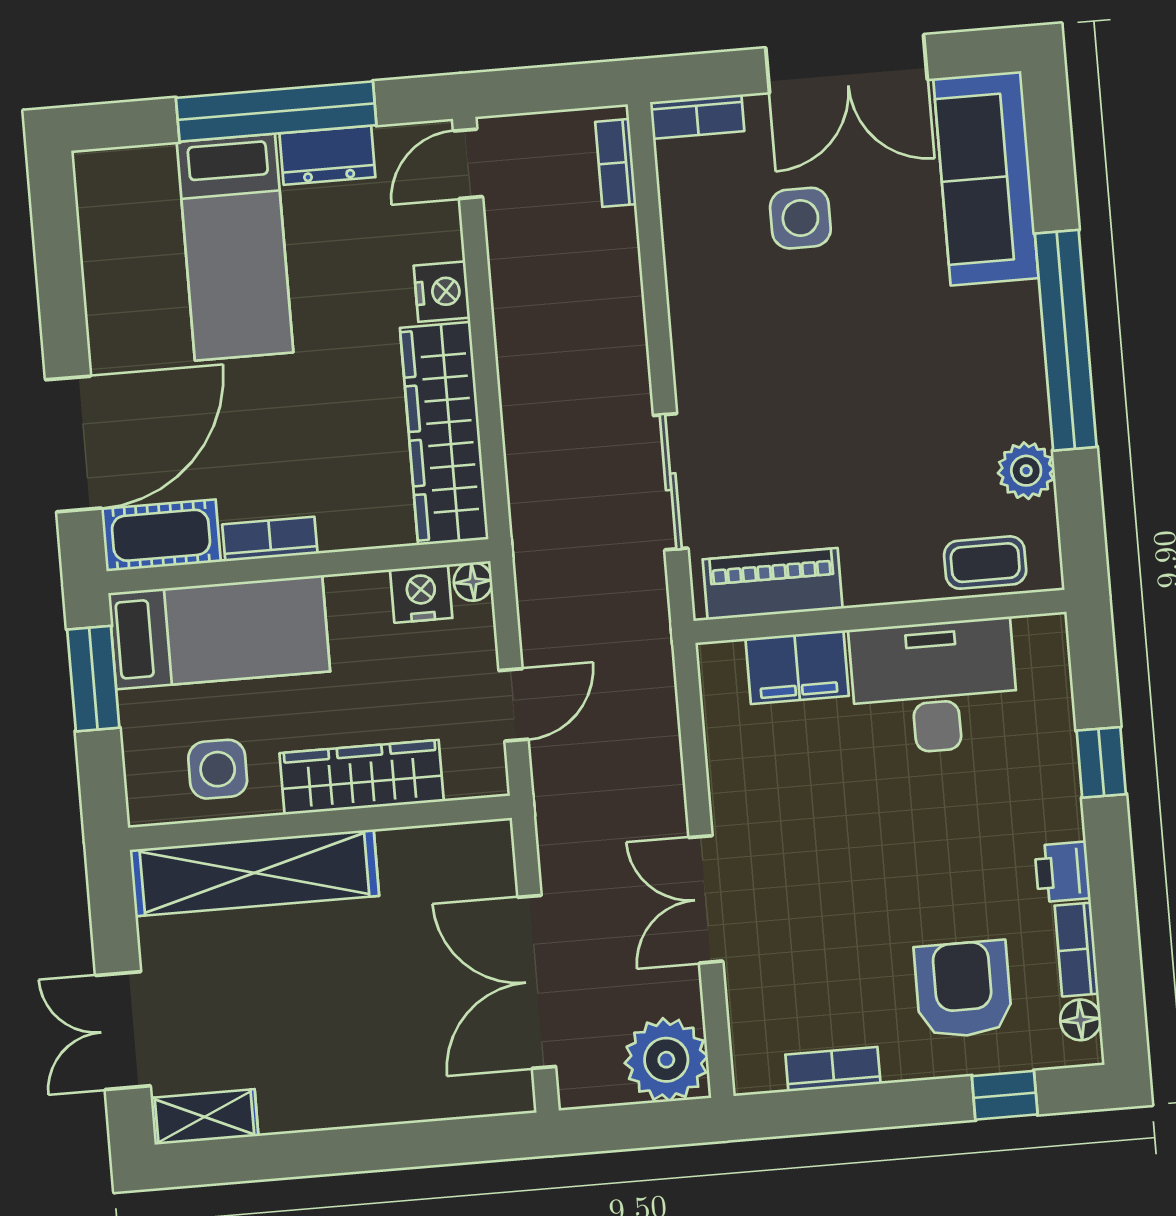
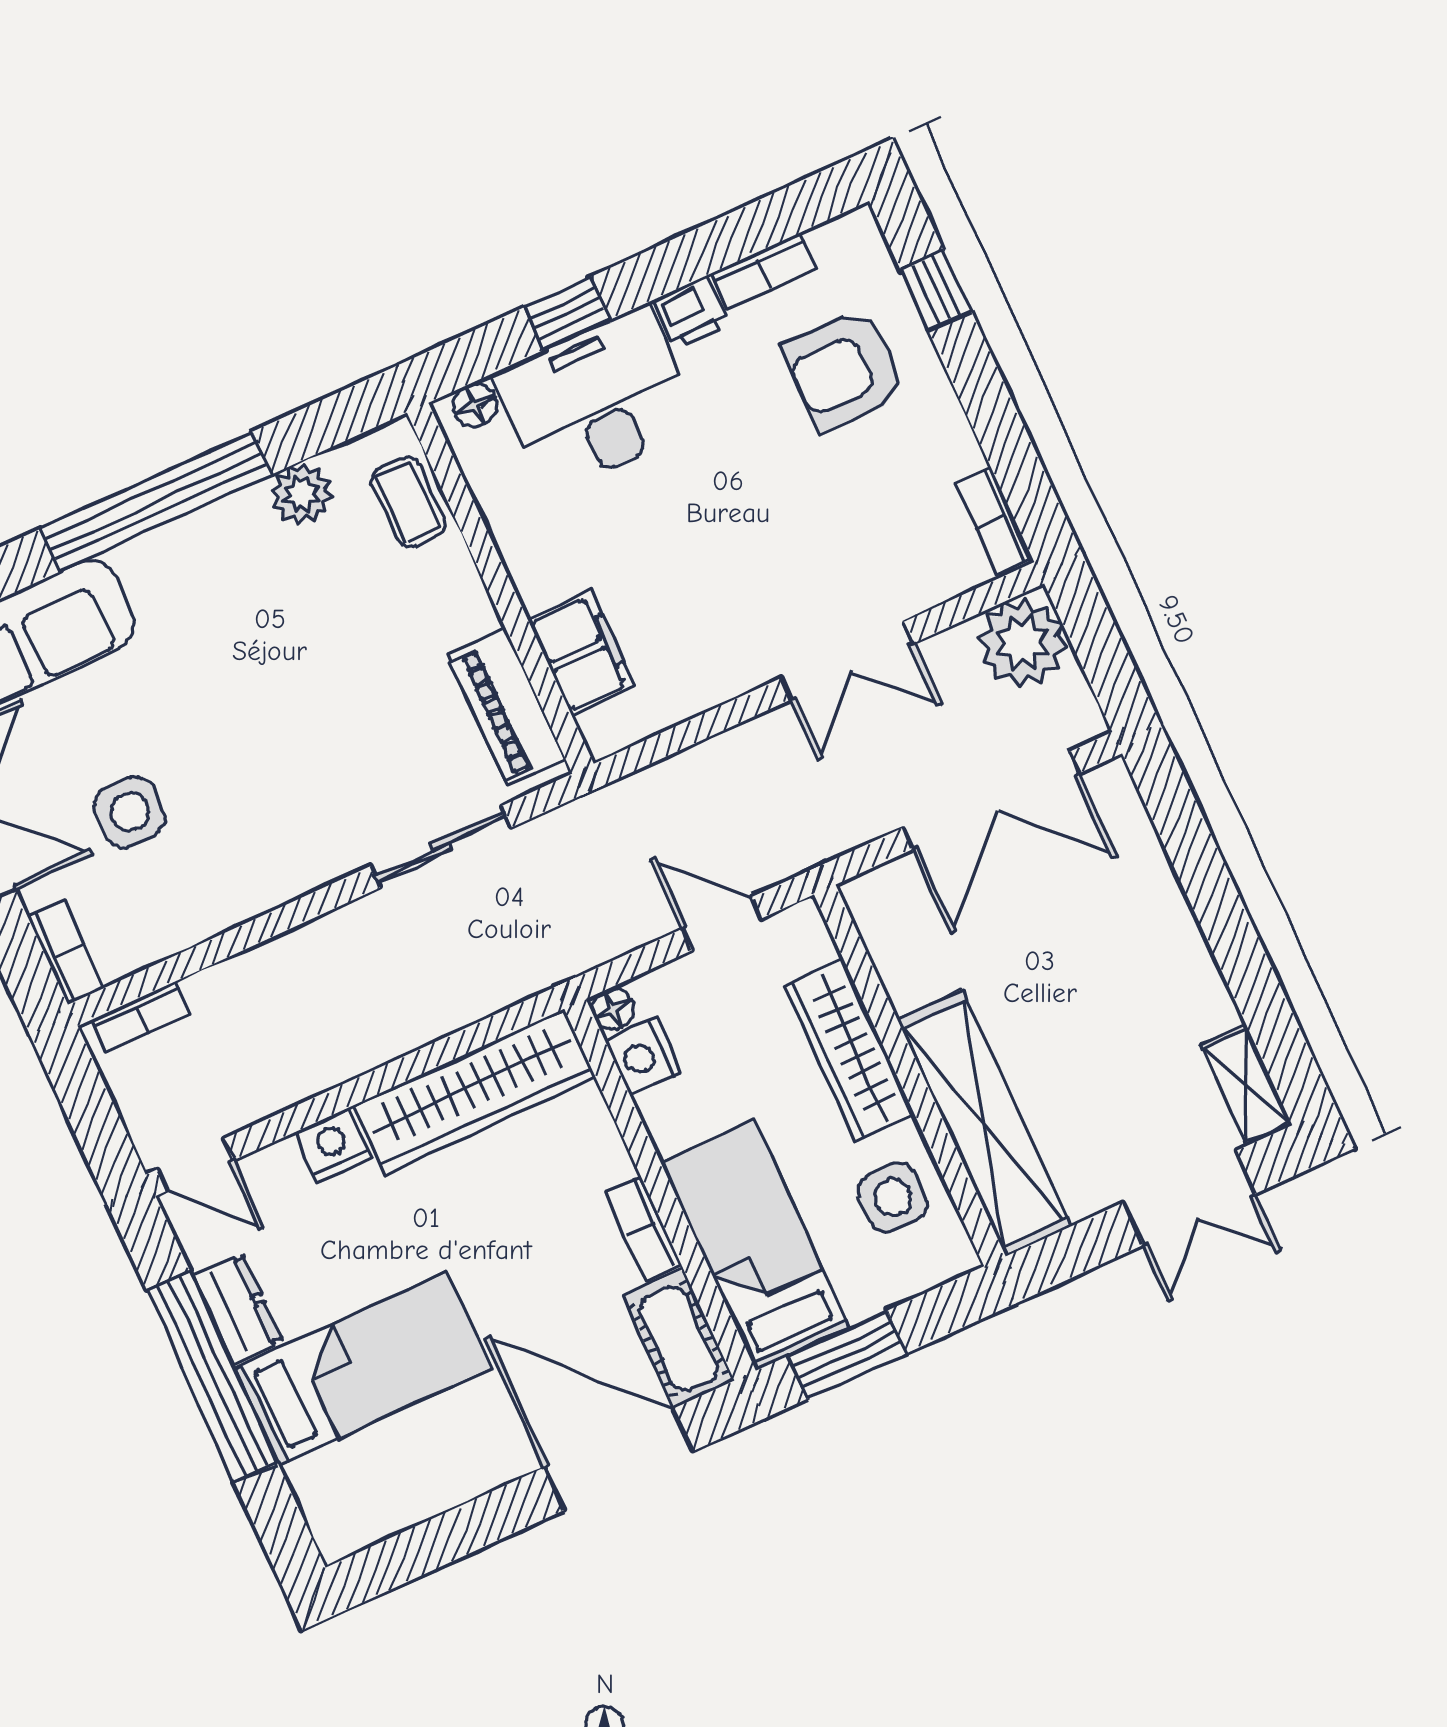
desk: (934, 687) -> (597, 400), moved, turned 90
floor lamp: (1080, 1020) -> (475, 405), moved
bookcase: (833, 1069) -> (994, 521), moved

